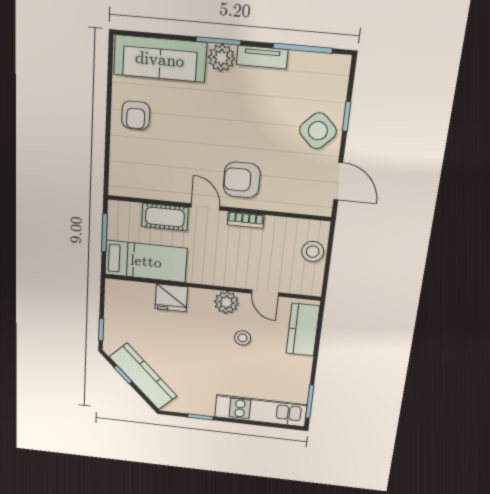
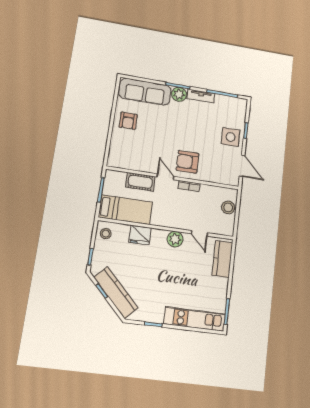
side table: (318, 131) -> (231, 137), turned 45
stool: (243, 338) -> (106, 234), moved

